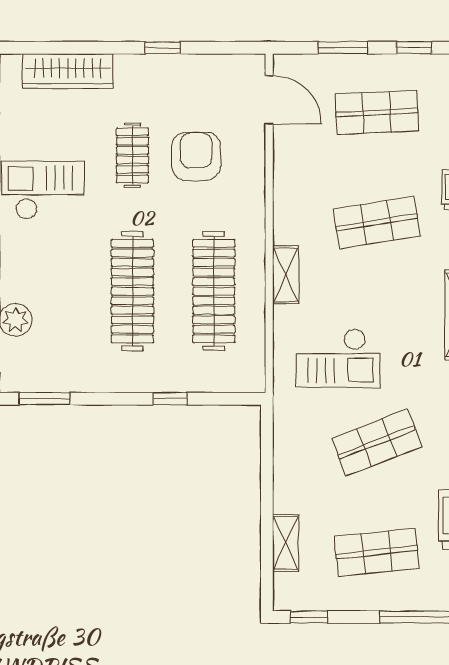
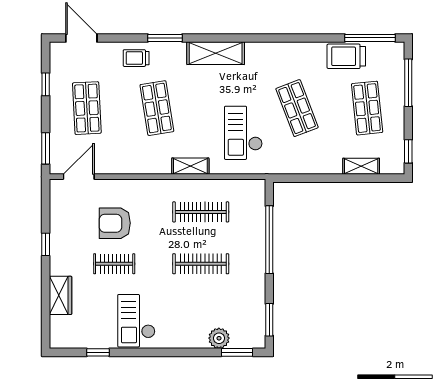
window: (343, 48) -> (46, 148), moved
wardrobe: (68, 71) -> (61, 295), width x0.67
clothes rail: (132, 291) -> (201, 264), width x0.73, depth x0.76
clothes rail: (214, 291) -> (201, 212), width x0.73, depth x0.76
checkout: (338, 358) -> (243, 133), turned 180
window: (170, 399) -> (269, 240), width x3.17

